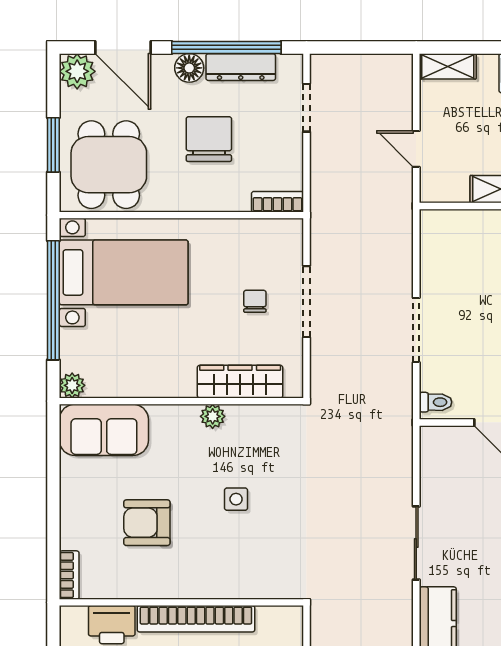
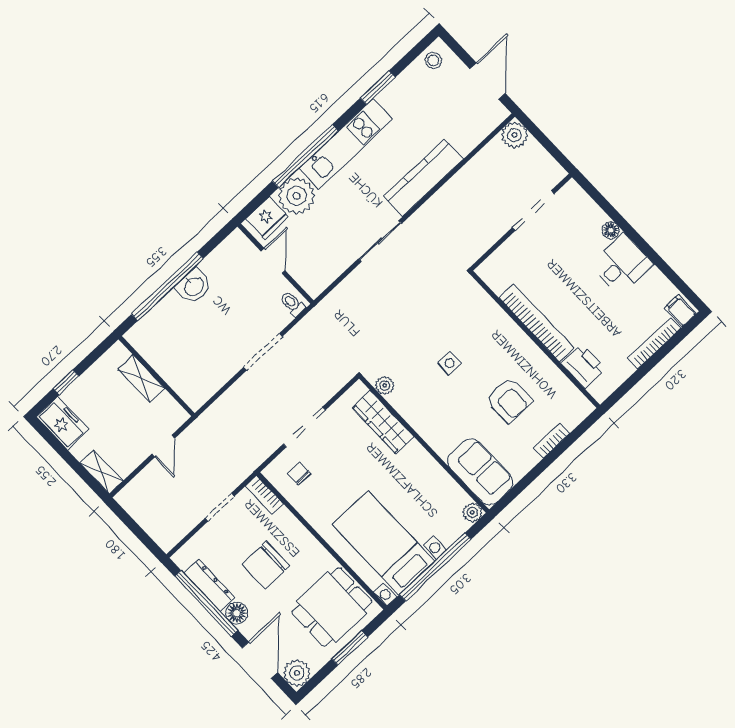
doorway: (306, 108) -> (220, 507), moved
chair: (255, 301) -> (299, 473), moved, turned 90
plant: (213, 416) -> (385, 386), moved
bookcase: (69, 575) -> (552, 441), moved

